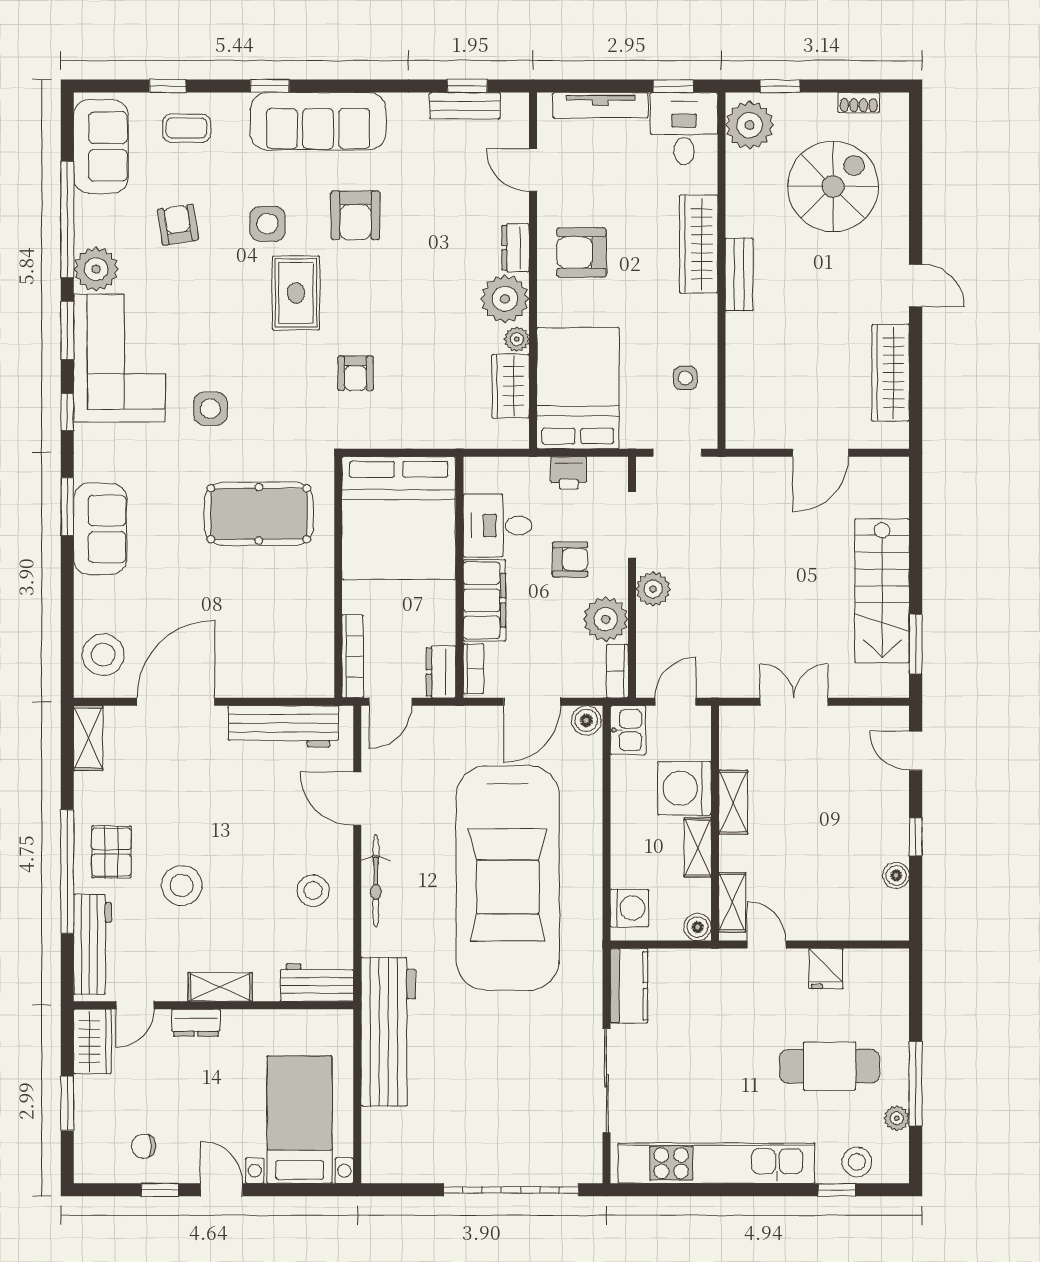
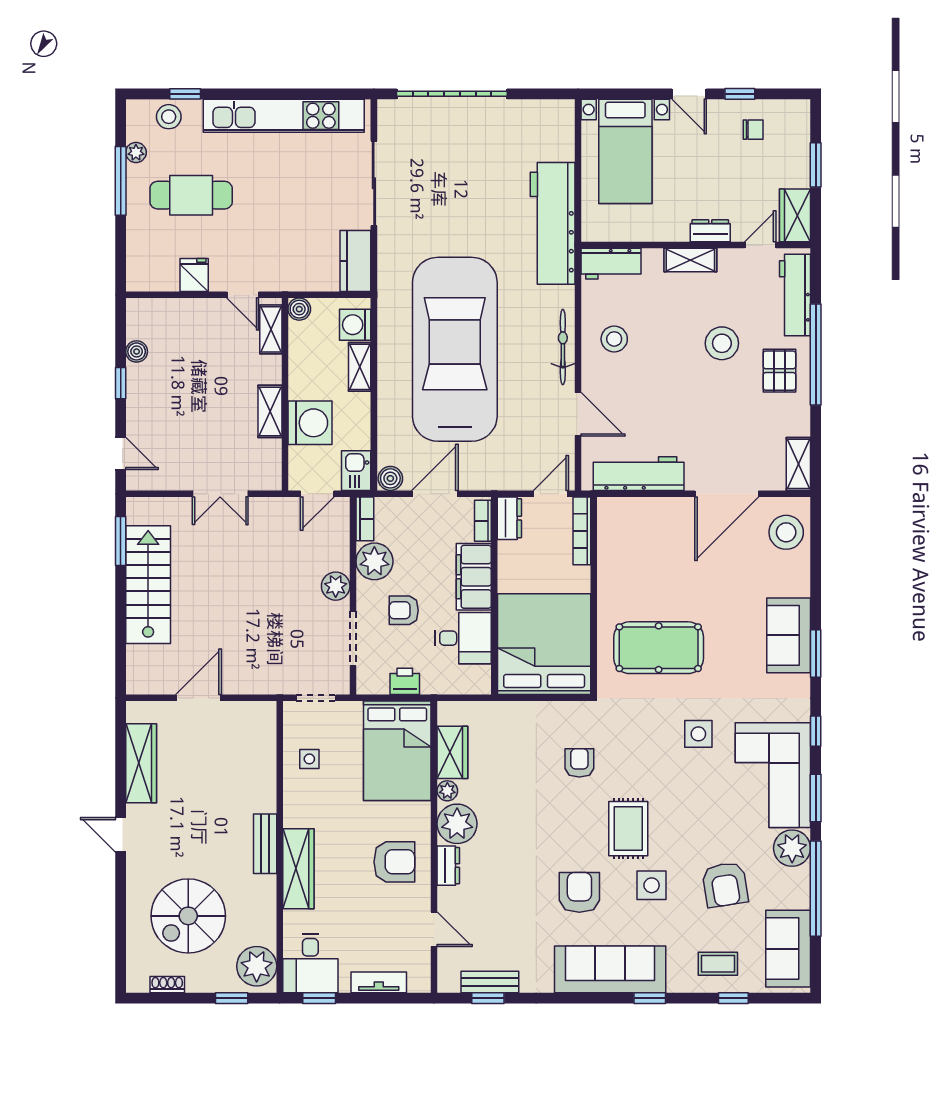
tv unit: (600, 105) -> (379, 982), width x0.71
armchair: (178, 225) -> (725, 885), width x1.38, depth x1.38
shelving: (698, 847) -> (360, 367), moved

